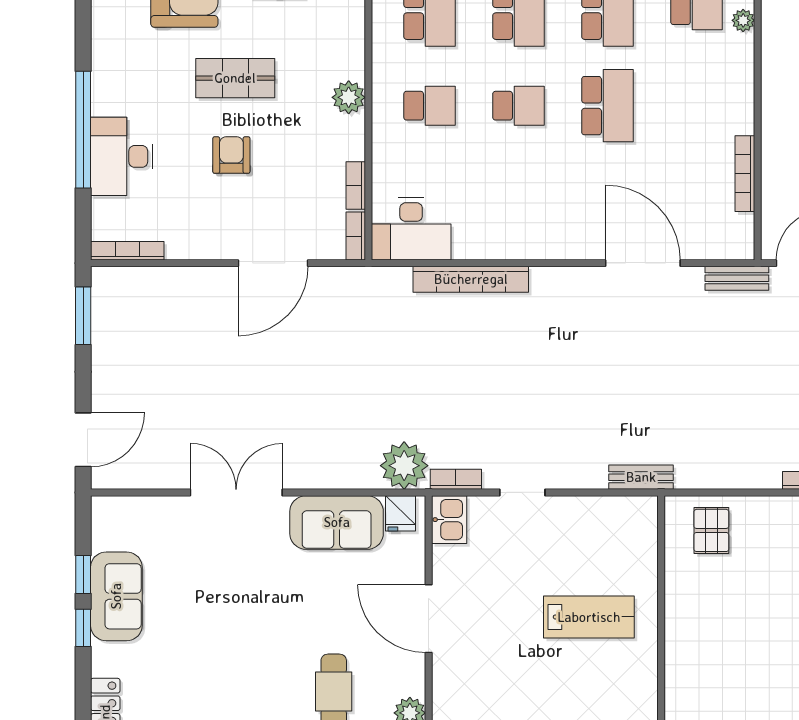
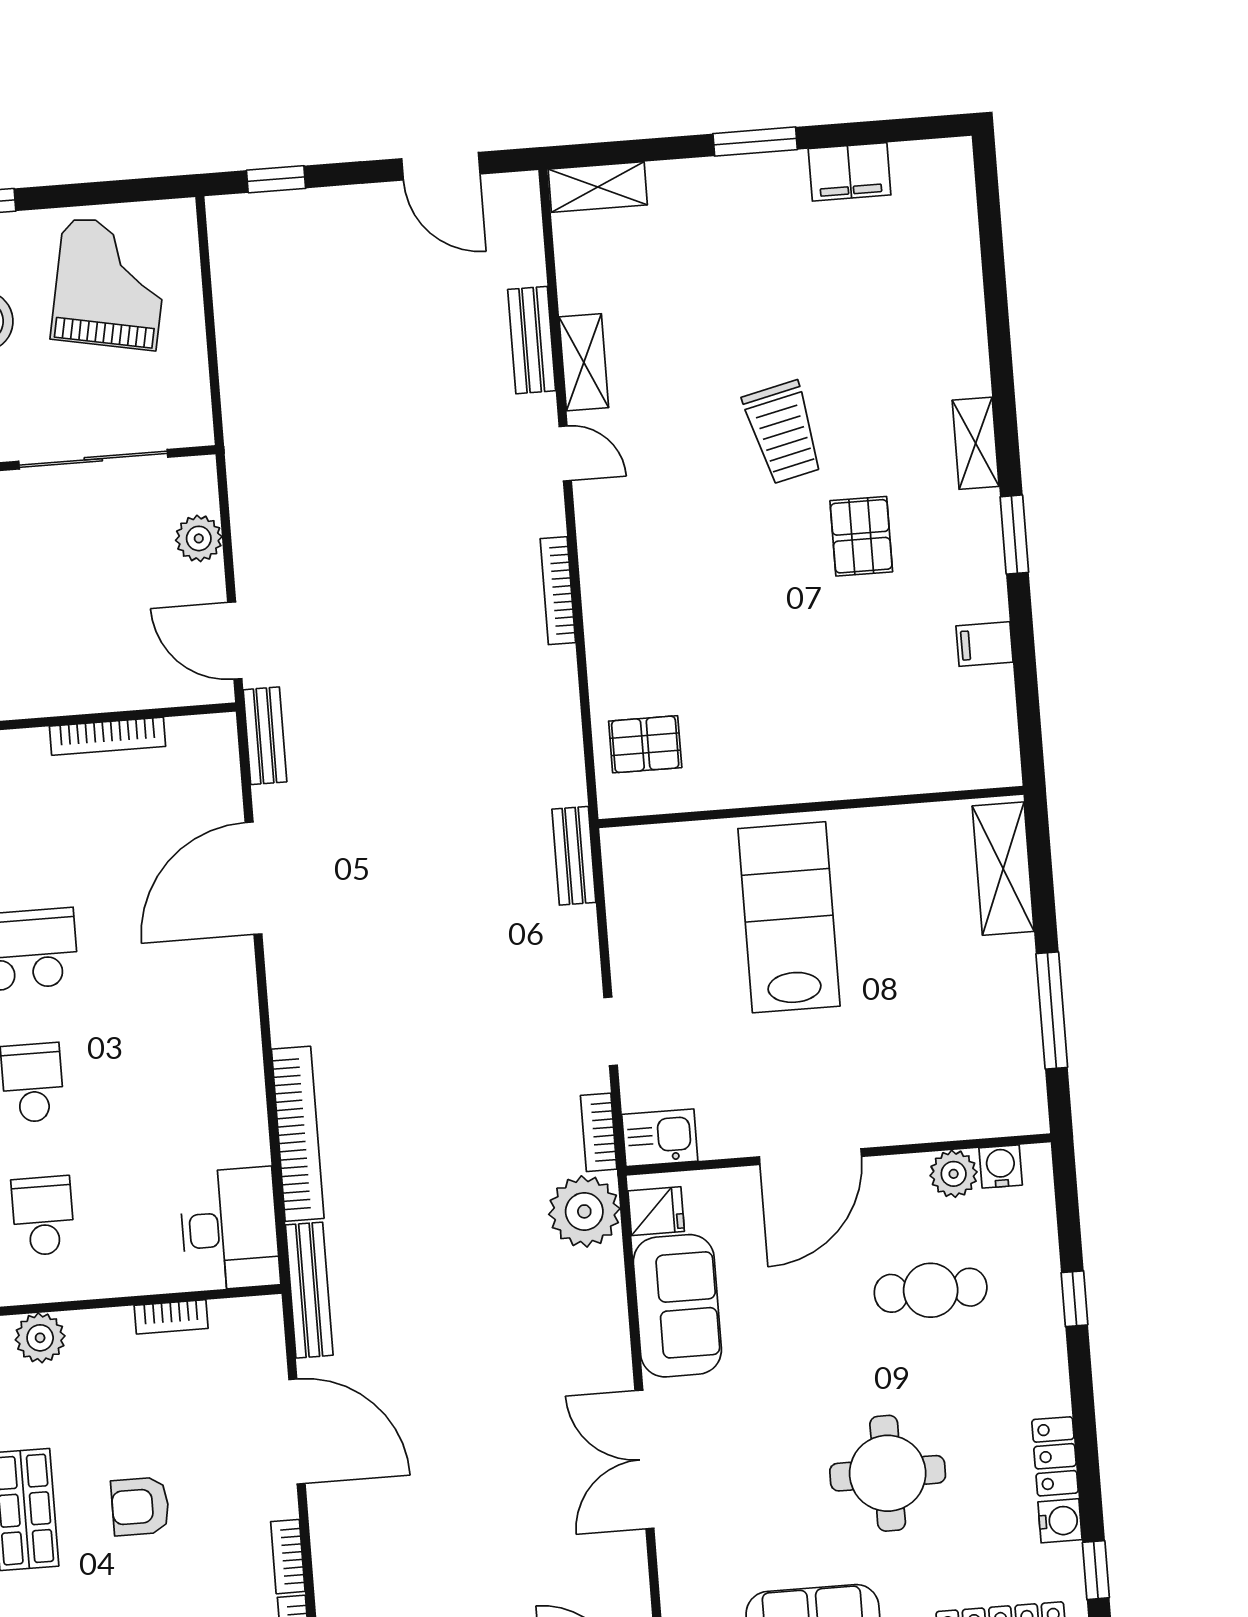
bookcase: (356, 236) -> (288, 1557), moved, turned 90
bench: (366, 279) -> (309, 1290), added
lab bench: (589, 617) -> (789, 917), width x1.36, depth x1.39
round table: (214, 653) -> (888, 1473), added

